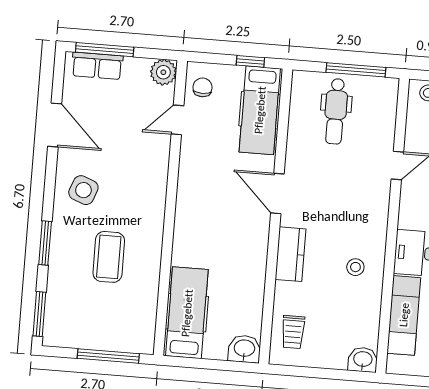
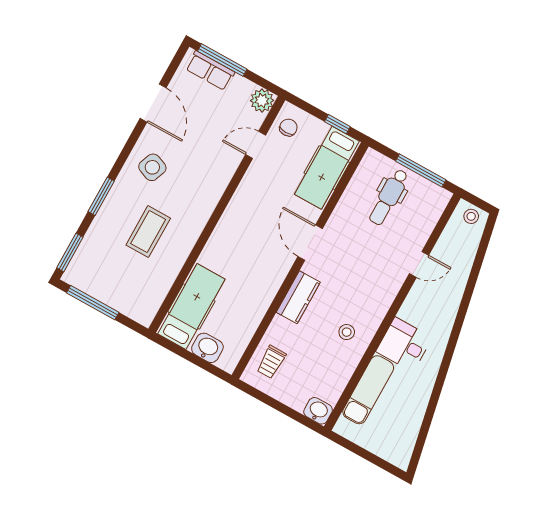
washbasin: (244, 349) -> (207, 348), moved
window: (108, 356) -> (93, 303), moved

